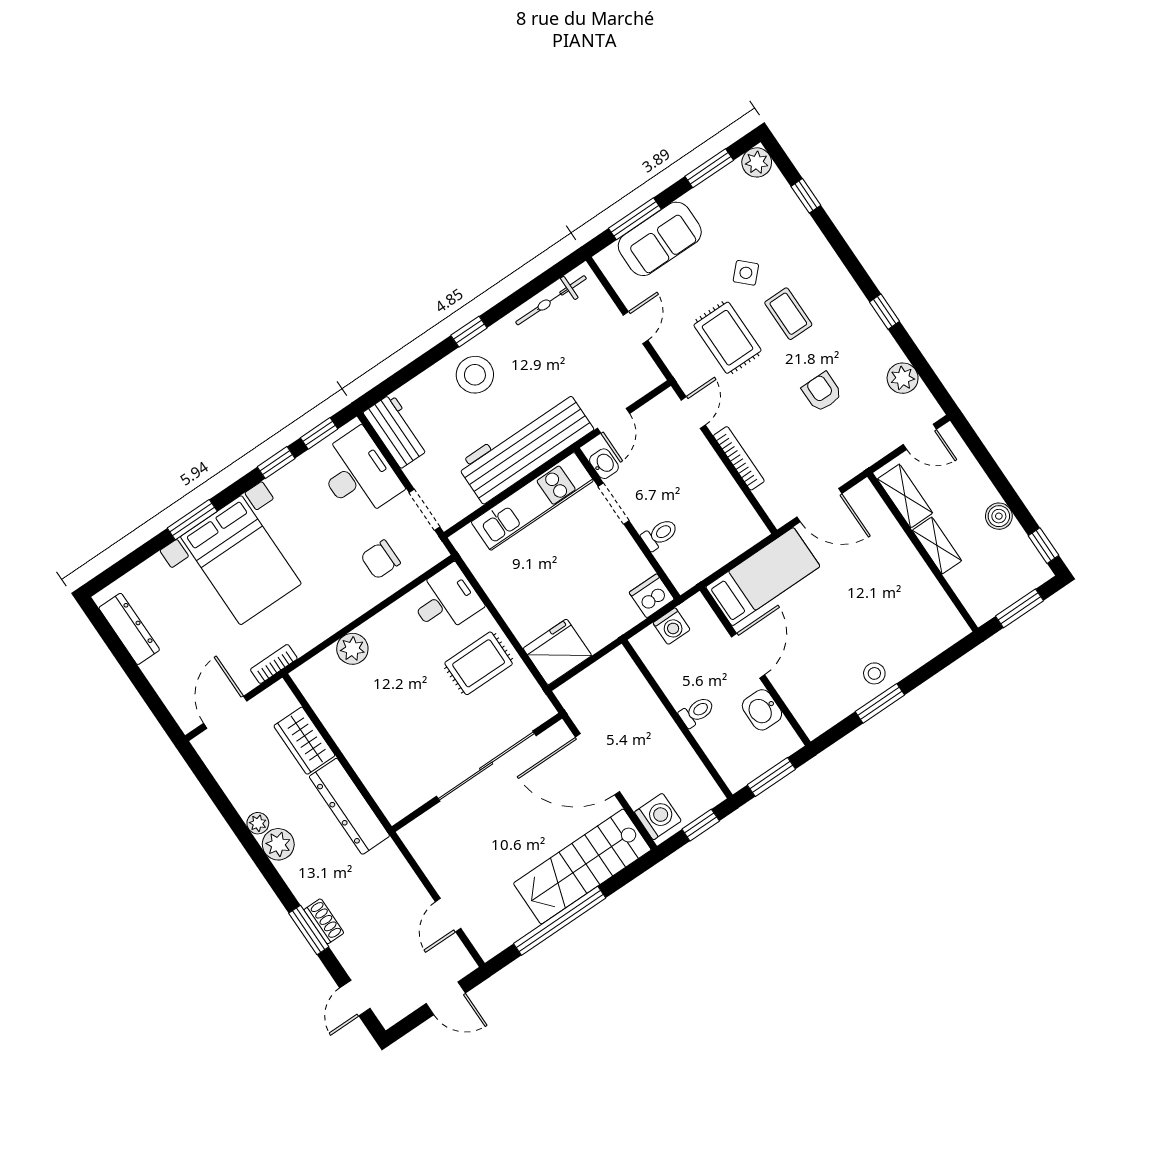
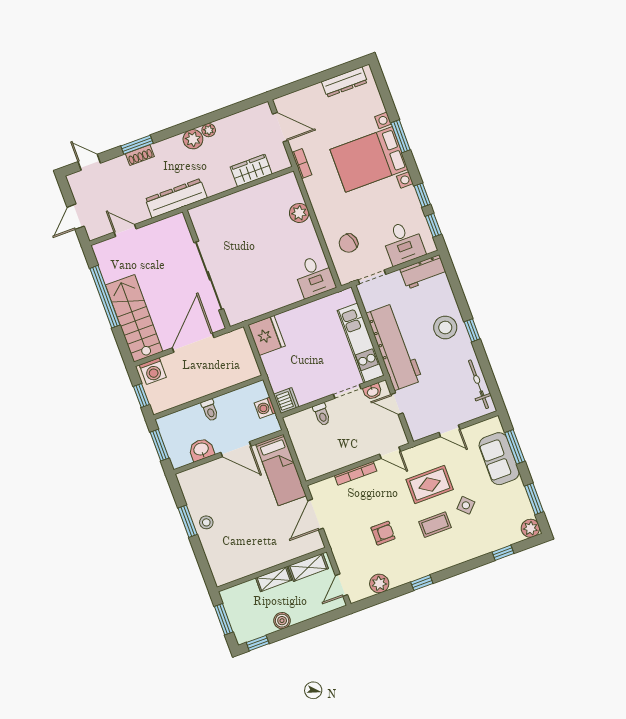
desk: (358, 474) -> (403, 243), width x0.73
chair: (380, 559) -> (349, 243), turned -107
rug: (479, 663) -> (272, 286), removed
dresser: (349, 806) -> (176, 198), moved

